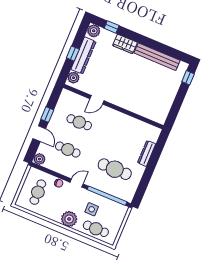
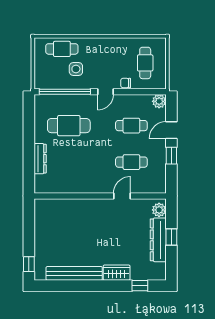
plant: (94, 31) -> (158, 273), removed
door: (39, 134) -> (171, 130), hinge flipped
plant: (69, 219) -> (97, 47), removed

